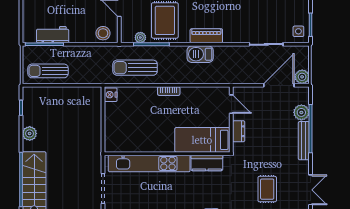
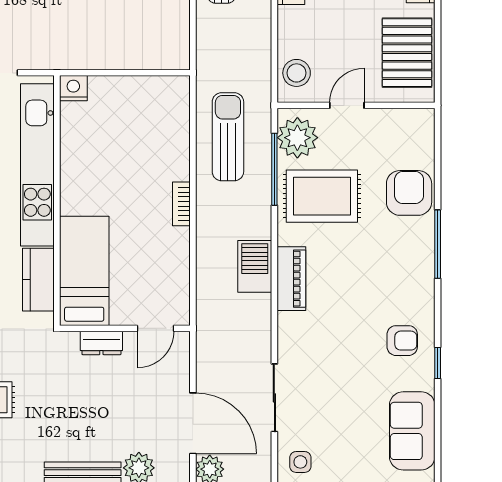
plant: (140, 38) -> (297, 138), width x1.88, depth x1.88
nightstand: (111, 95) -> (73, 88), moved

